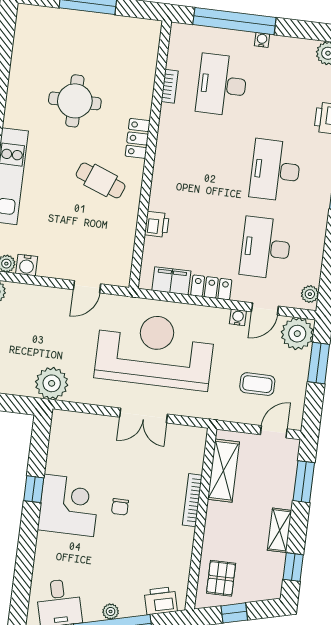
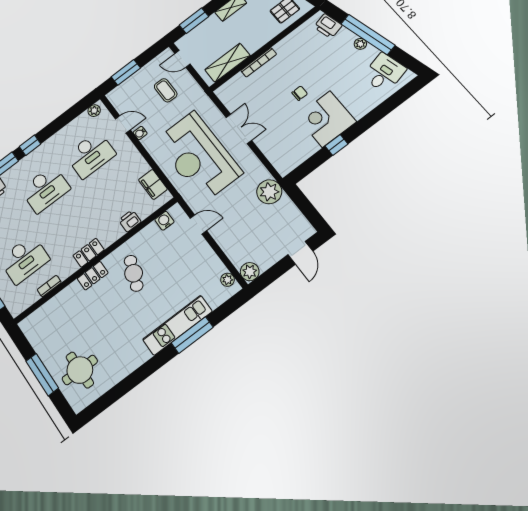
round table: (75, 101) -> (80, 370), moved
water cooler: (27, 265) -> (164, 221), moved, turned -90
locker: (211, 287) -> (89, 253), moved, turned 90
plant: (297, 334) -> (120, 97), removed

